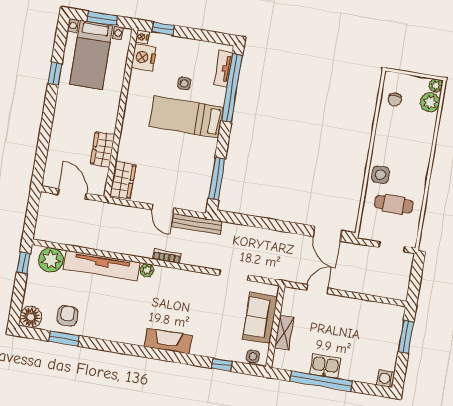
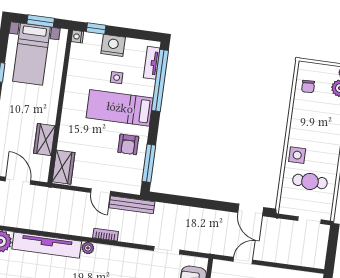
nightstand: (144, 57) -> (113, 45), moved, turned 90
armchair: (195, 157) -> (128, 144), added

